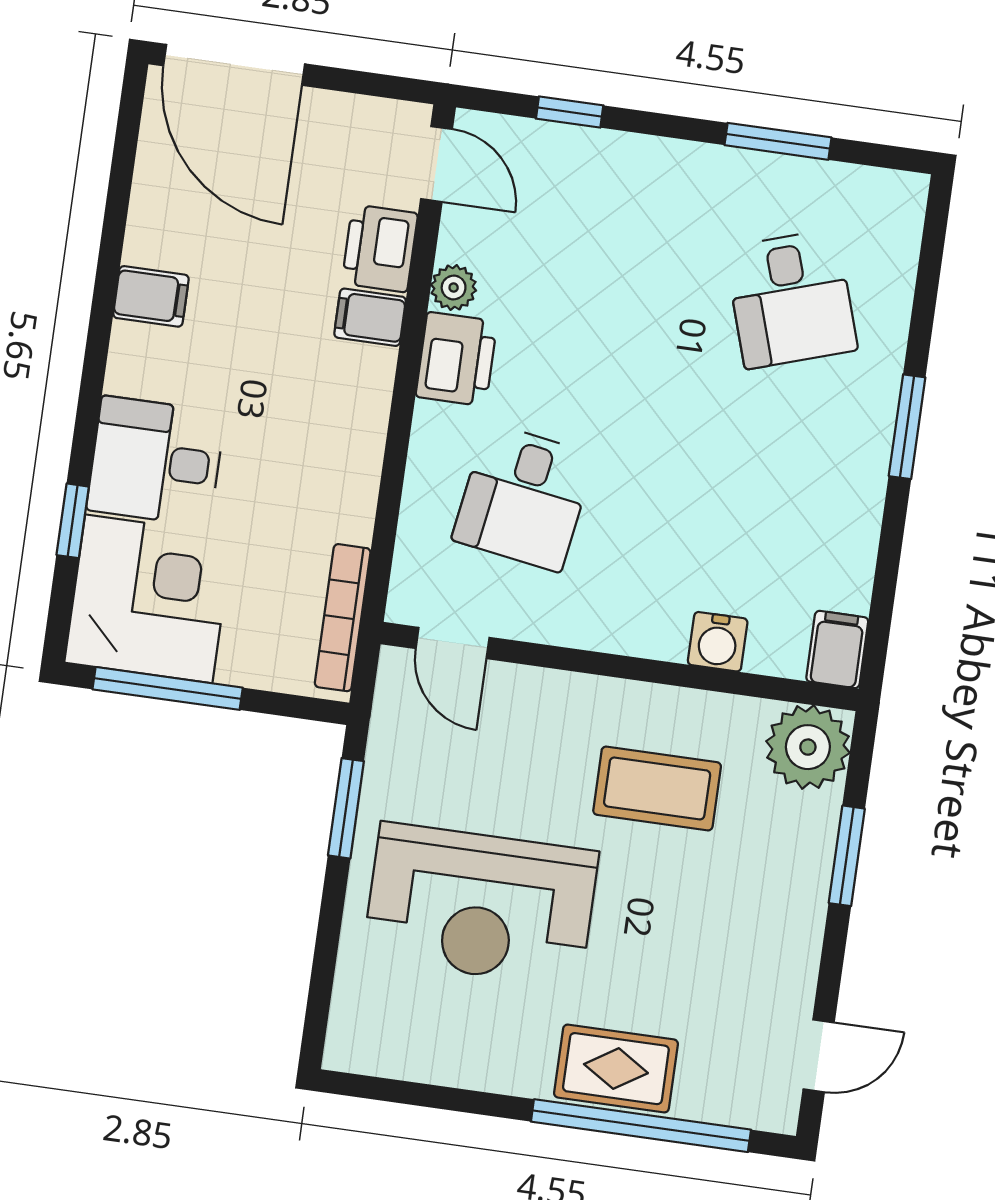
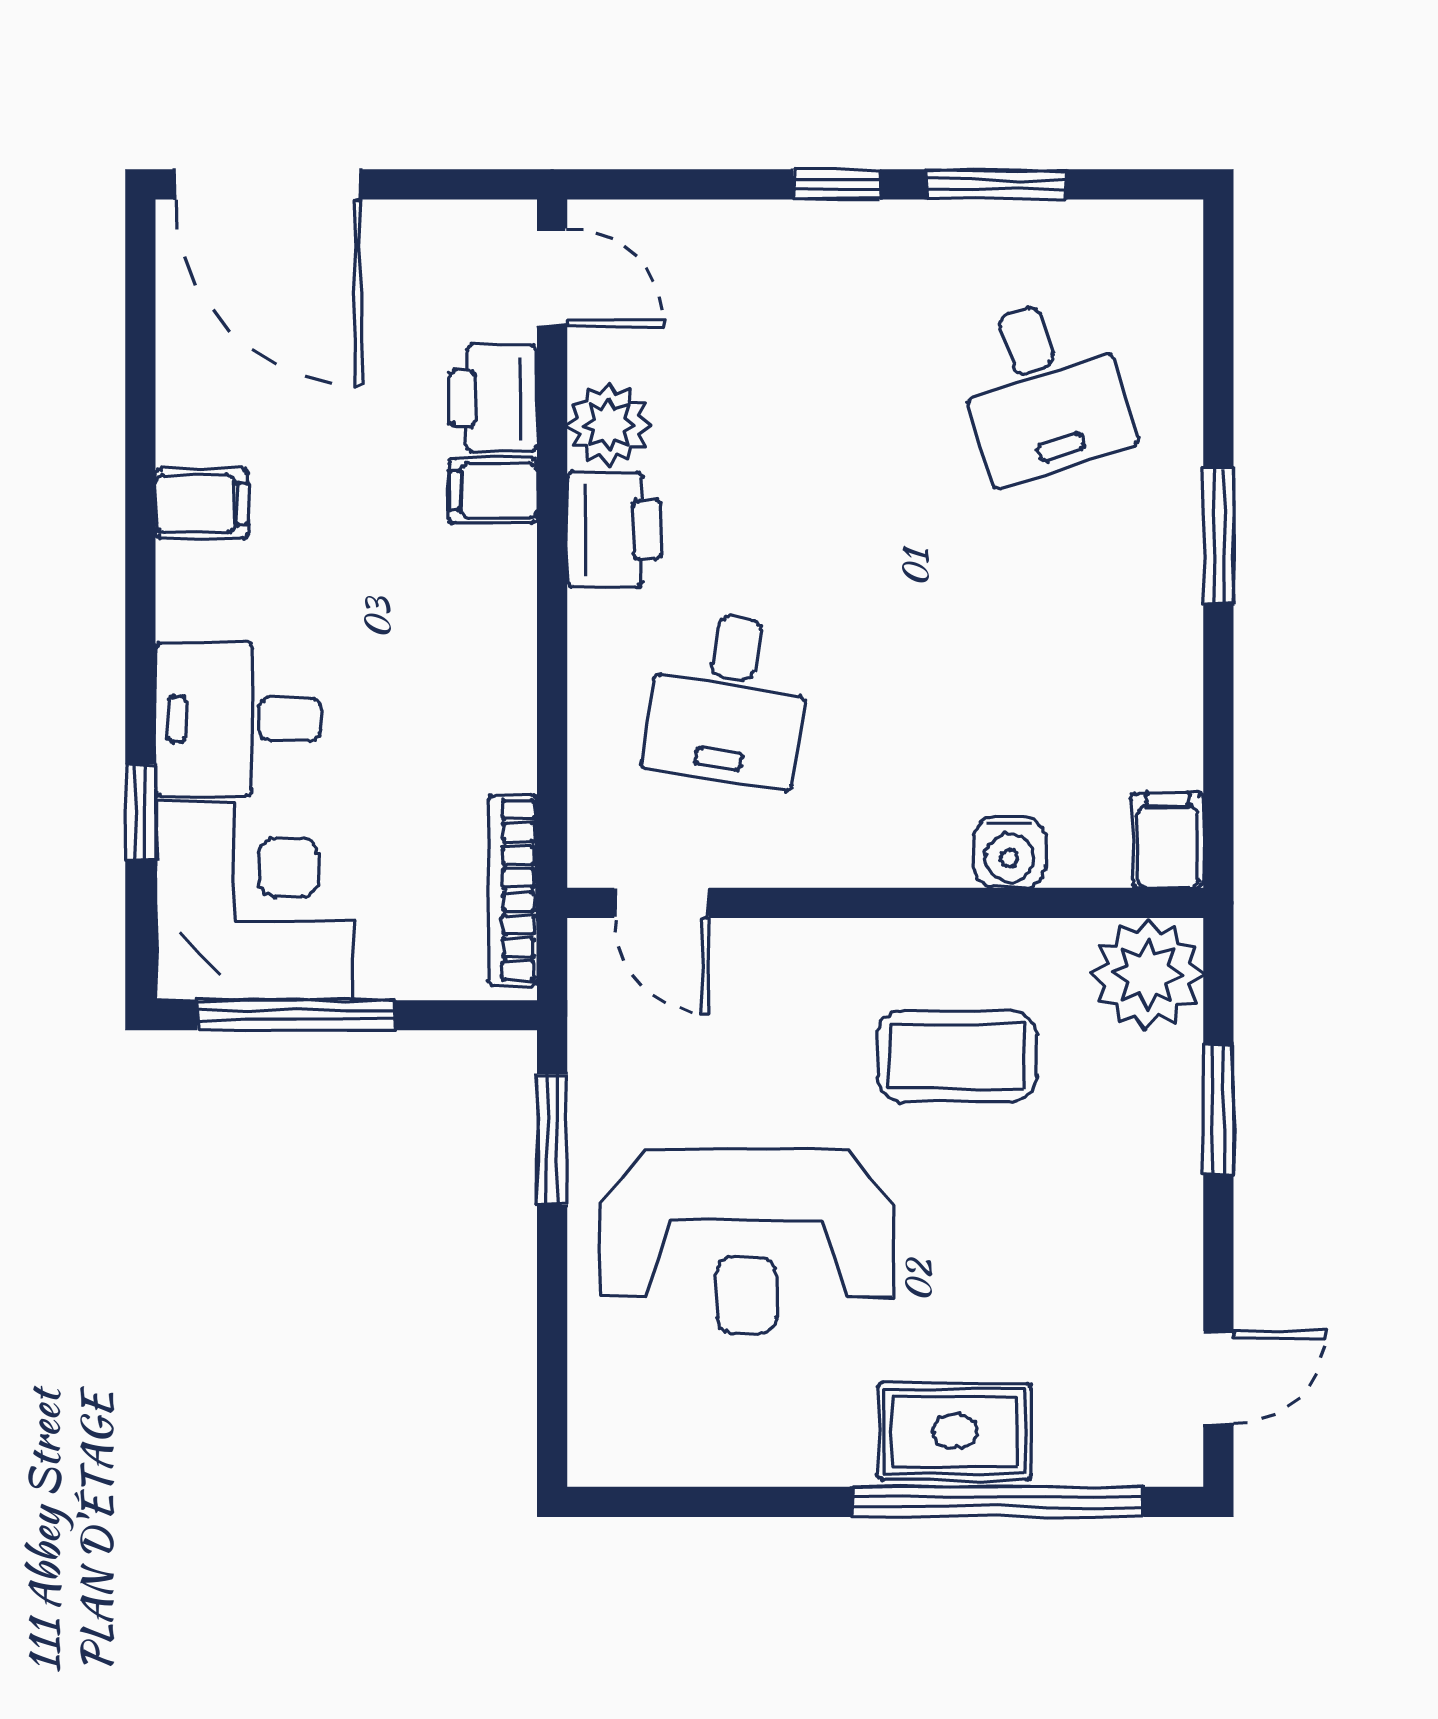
window: (570, 112) -> (837, 184), moved
plant: (454, 288) -> (609, 425), width x1.38, depth x1.38

